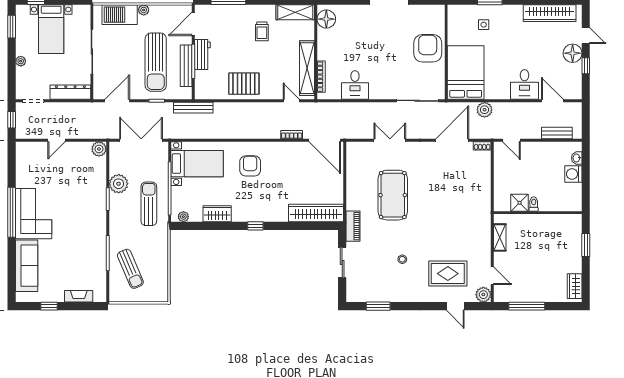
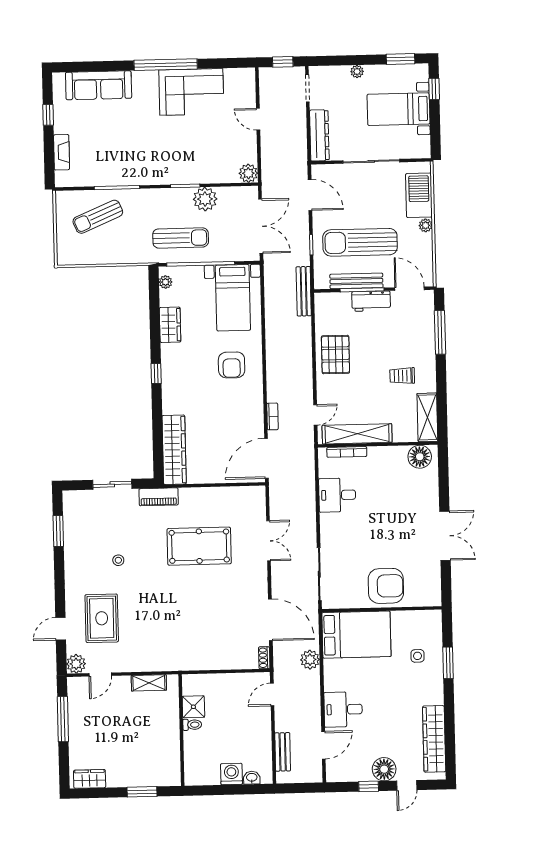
armchair: (250, 166) -> (232, 365), turned 90
corner sofa: (34, 214) -> (191, 92), moved

